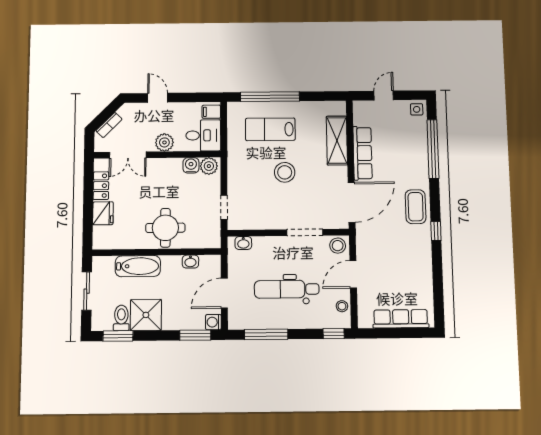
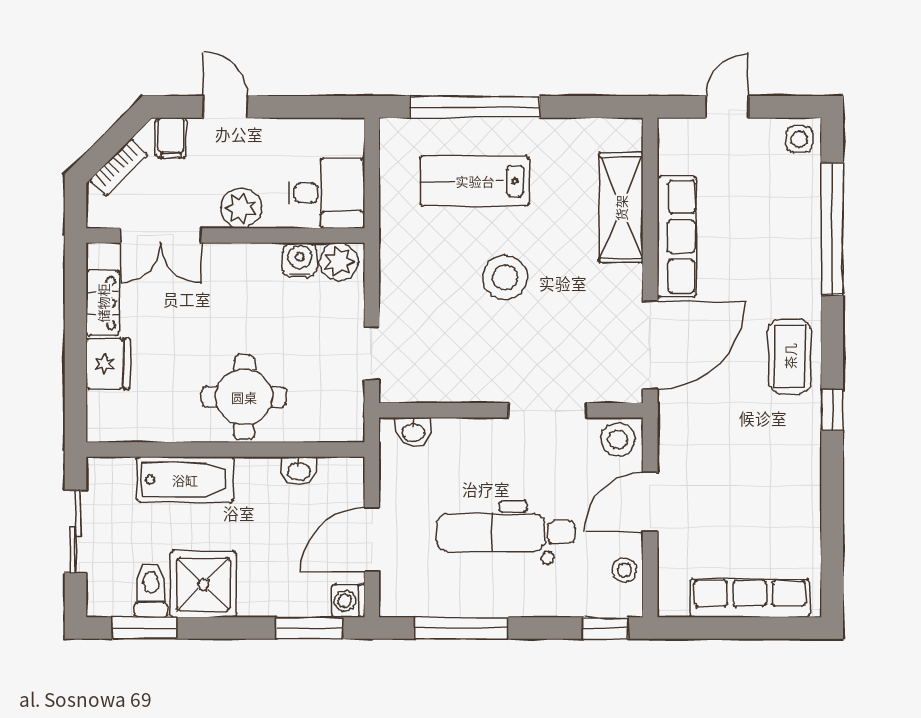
filing cabinet: (211, 112) -> (171, 138), moved, turned -90

